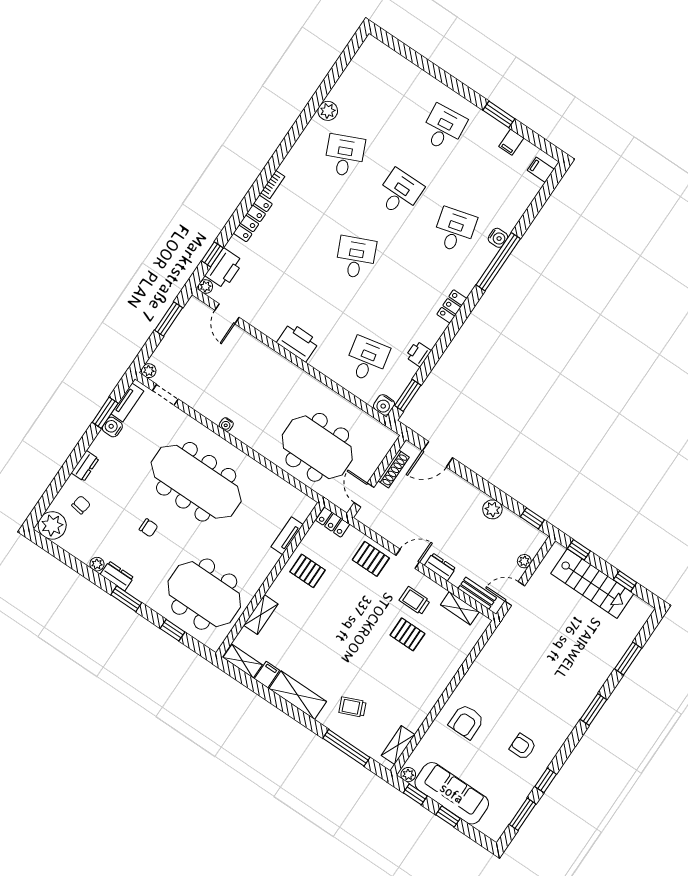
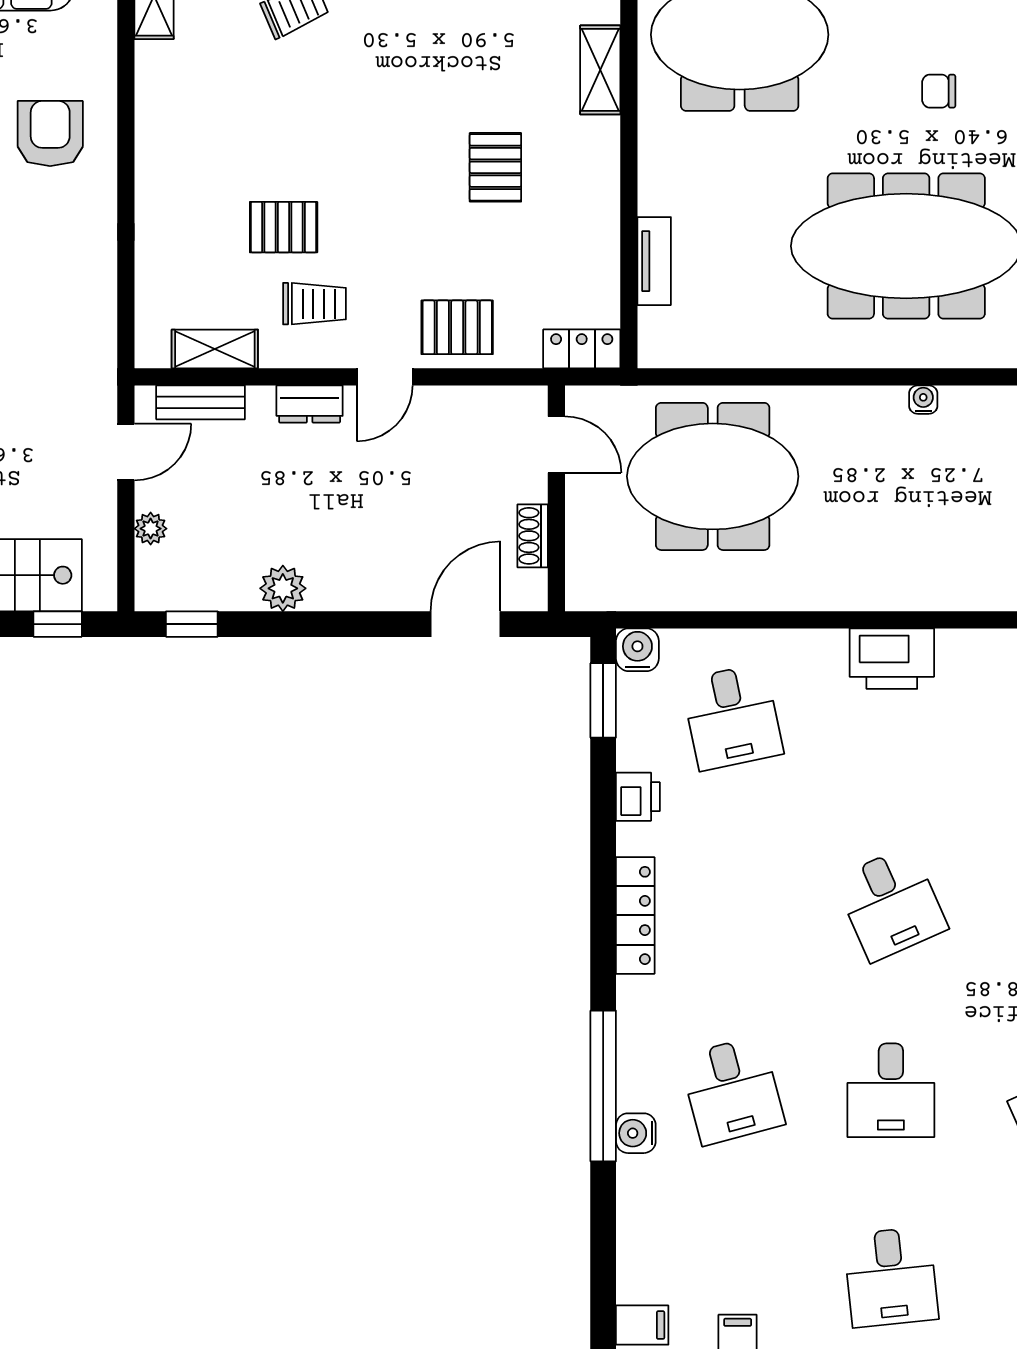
locker: (452, 306) -> (635, 915), width x1.53
shoe rack: (394, 469) -> (533, 536), width x0.70
pallet: (308, 571) -> (495, 167), moved, turned 90

